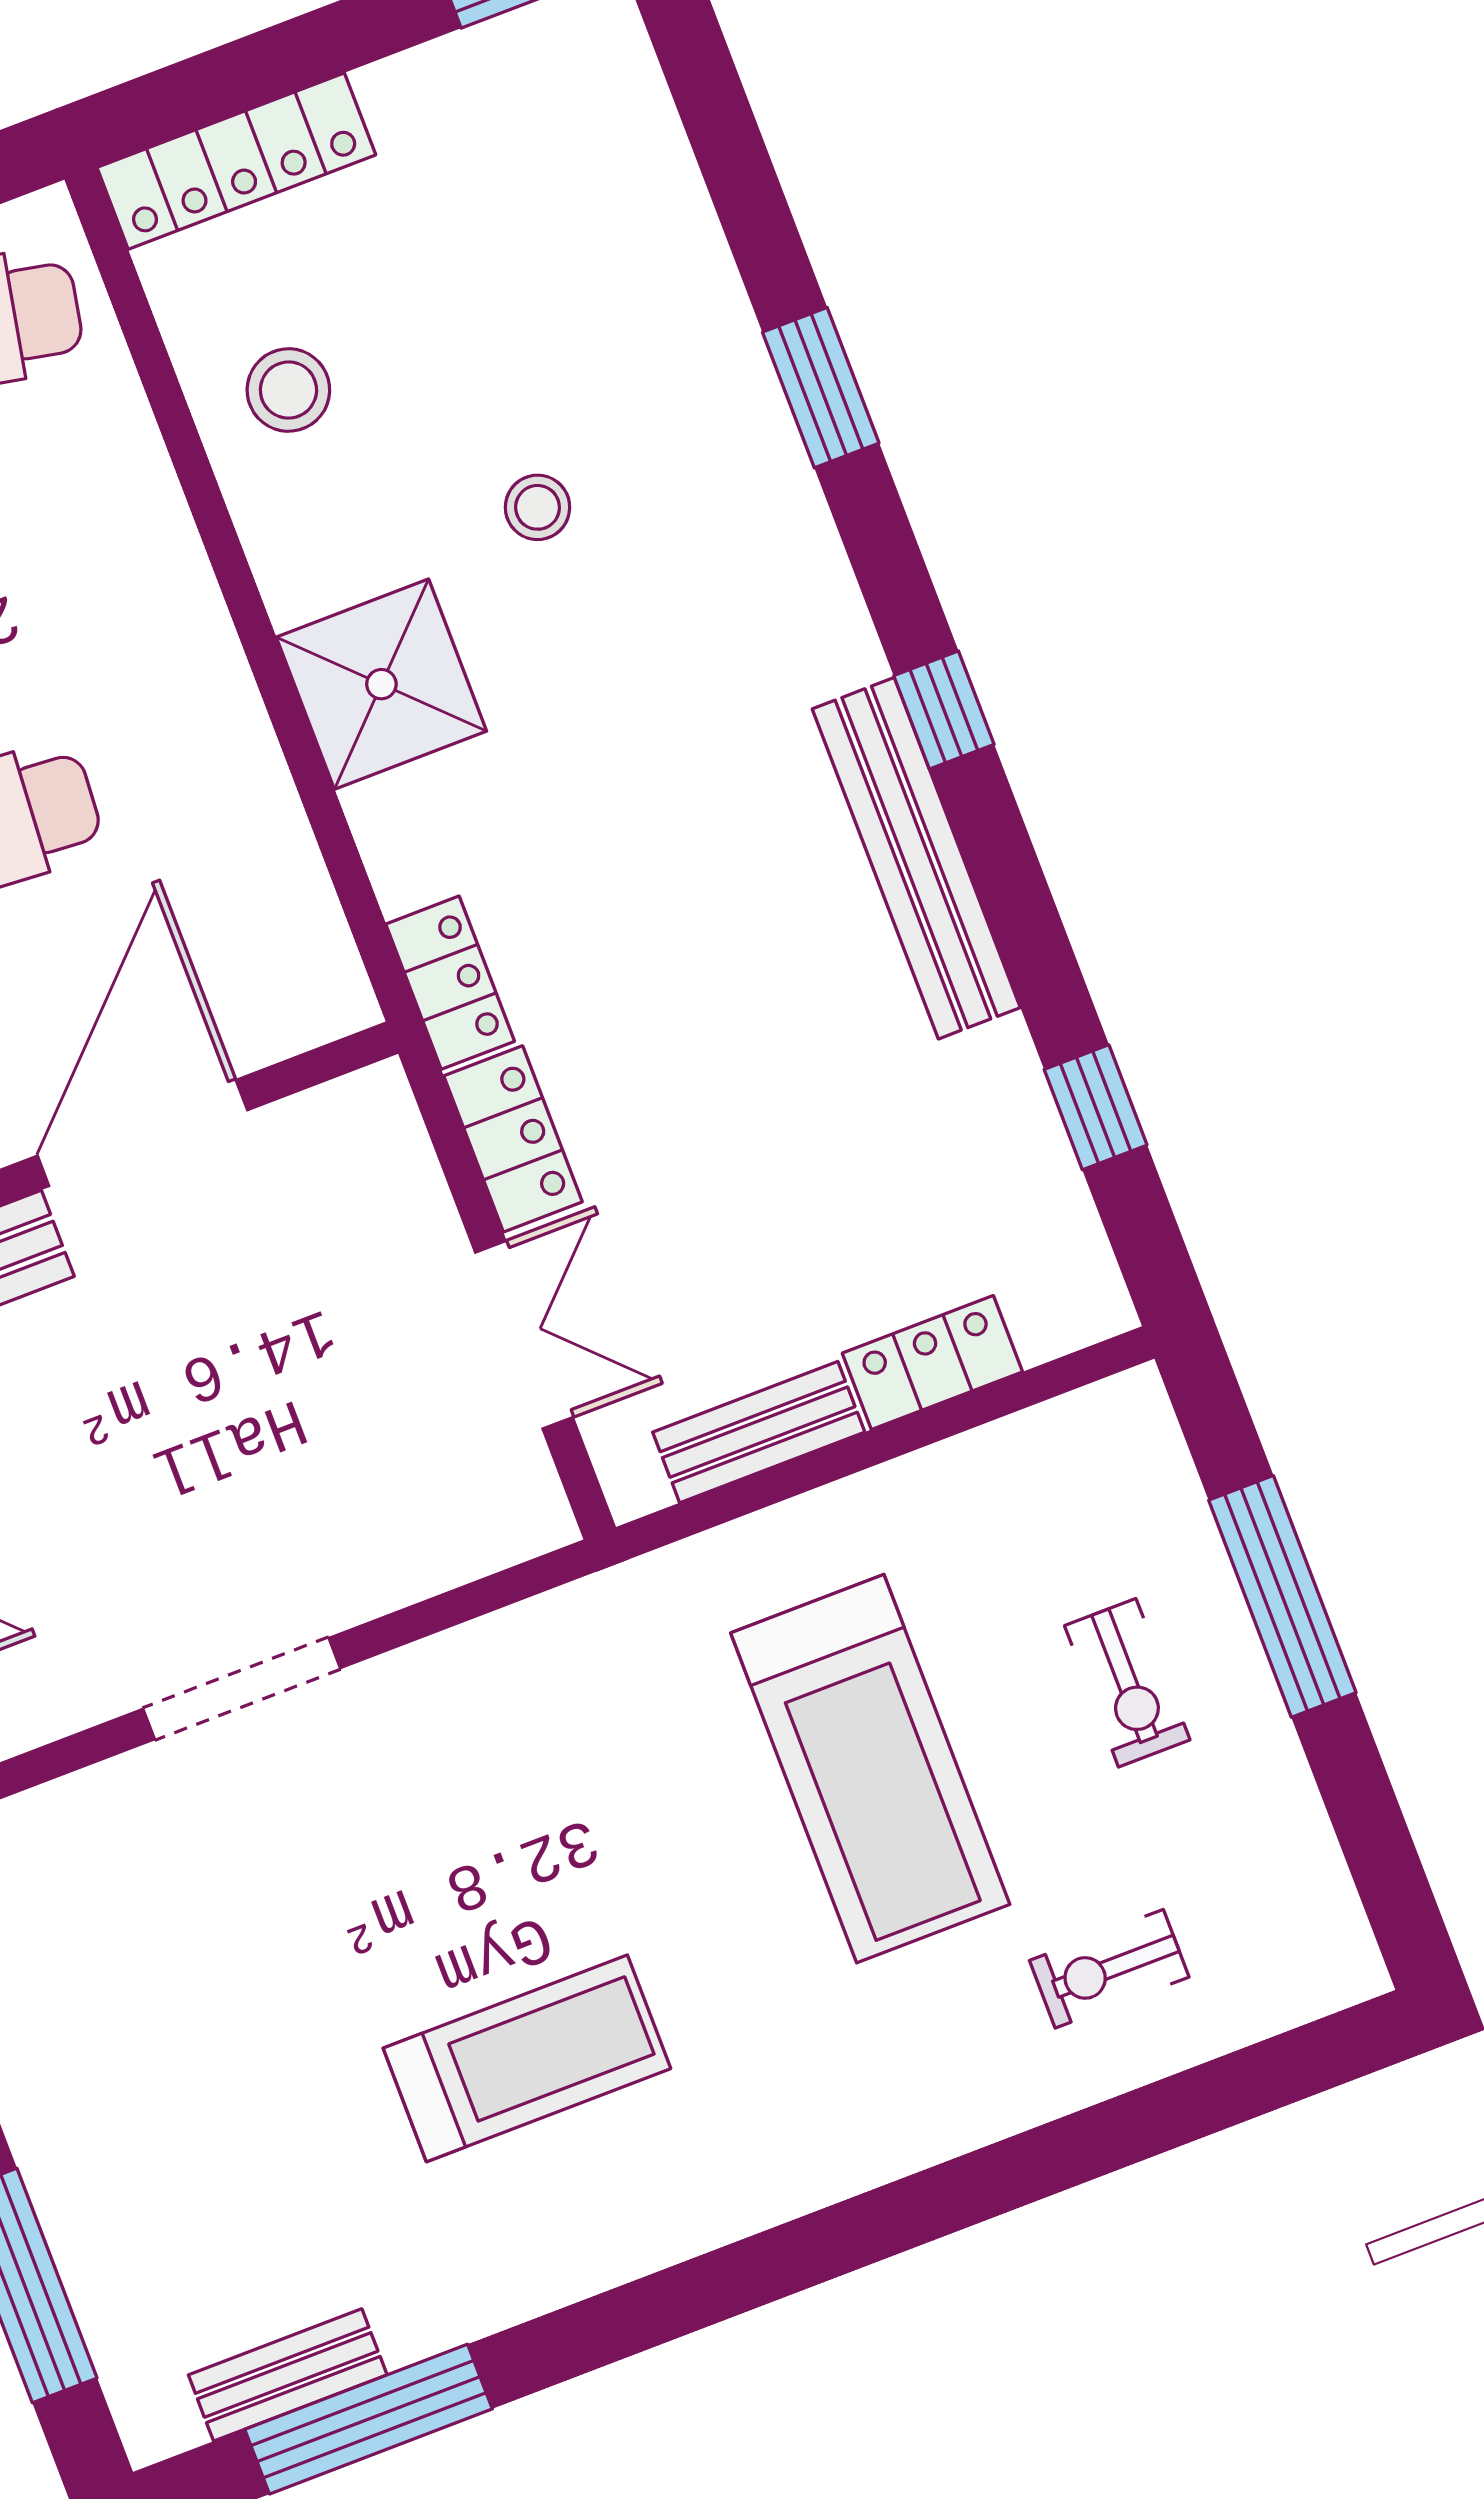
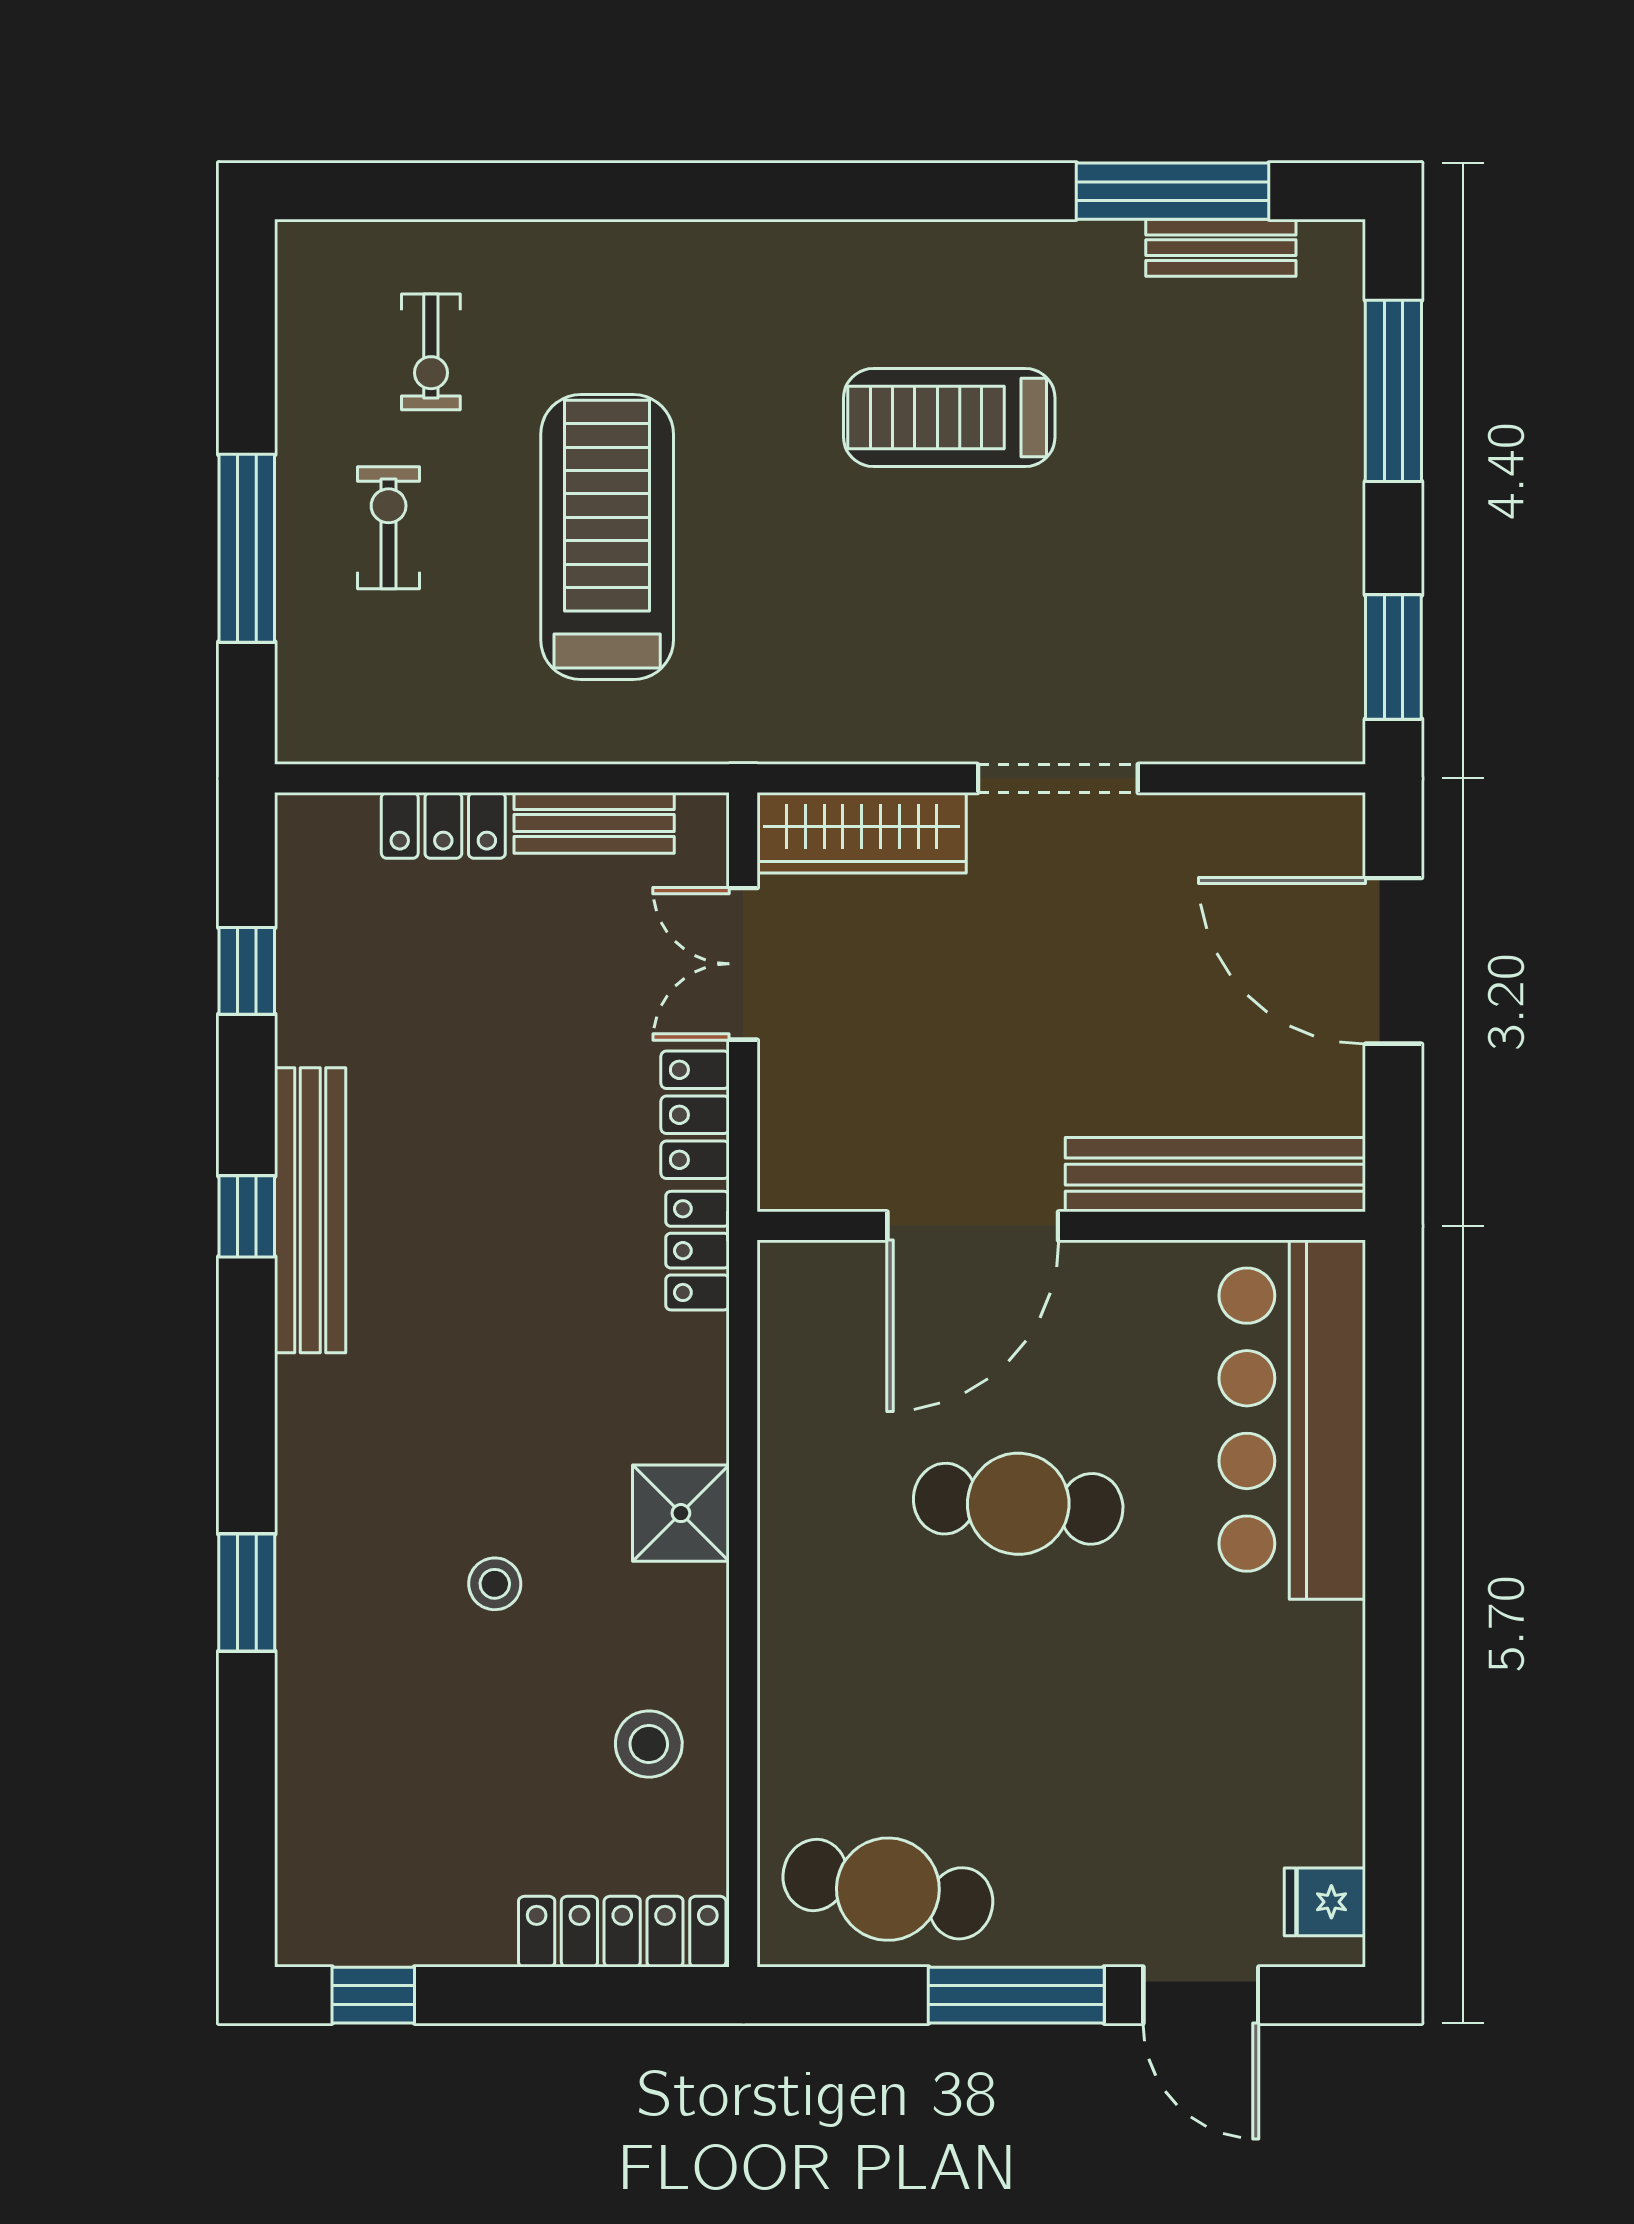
shower: (381, 684) -> (681, 1513), width x0.73, depth x0.73
window: (944, 710) -> (247, 1216), moved
wardrobe: (445, 1539) -> (862, 833), added
exercise bike: (1109, 1969) -> (431, 352), moved, turned 90

